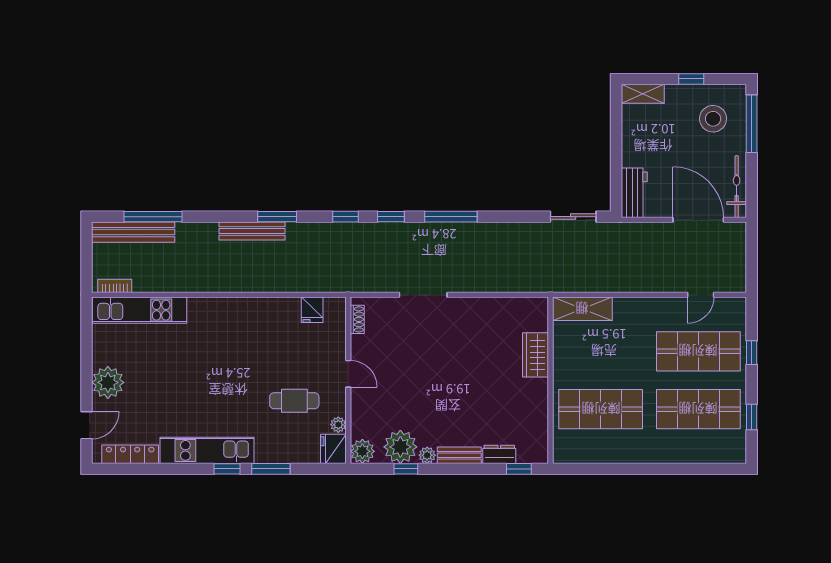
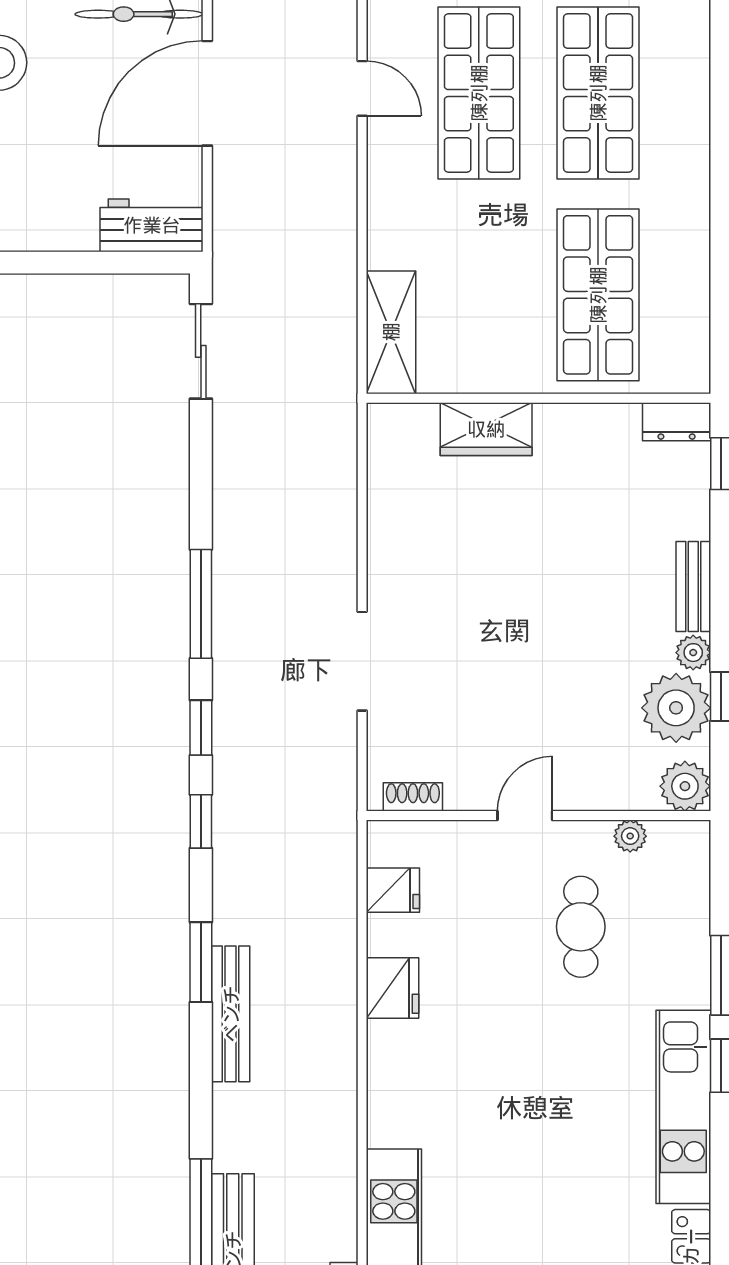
fridge: (333, 449) -> (393, 988), moved, turned -90
dresser: (499, 454) -> (677, 422), moved, turned -90

